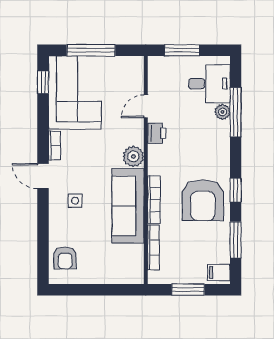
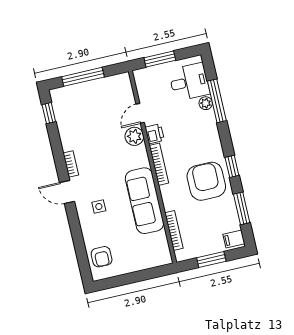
corner sofa: (75, 93) -> (78, 116), removed
plant: (133, 156) -> (134, 136), moved
bookcase: (154, 199) -> (159, 164), moved
armchair: (203, 200) -> (206, 181), turned 180

